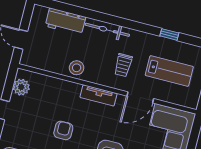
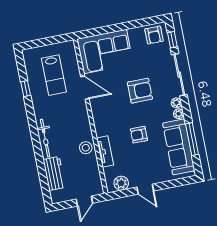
trolley: (123, 65) -> (66, 113), removed
lab bench: (169, 71) -> (54, 75), turned 180
tv unit: (99, 95) -> (105, 151), moved

